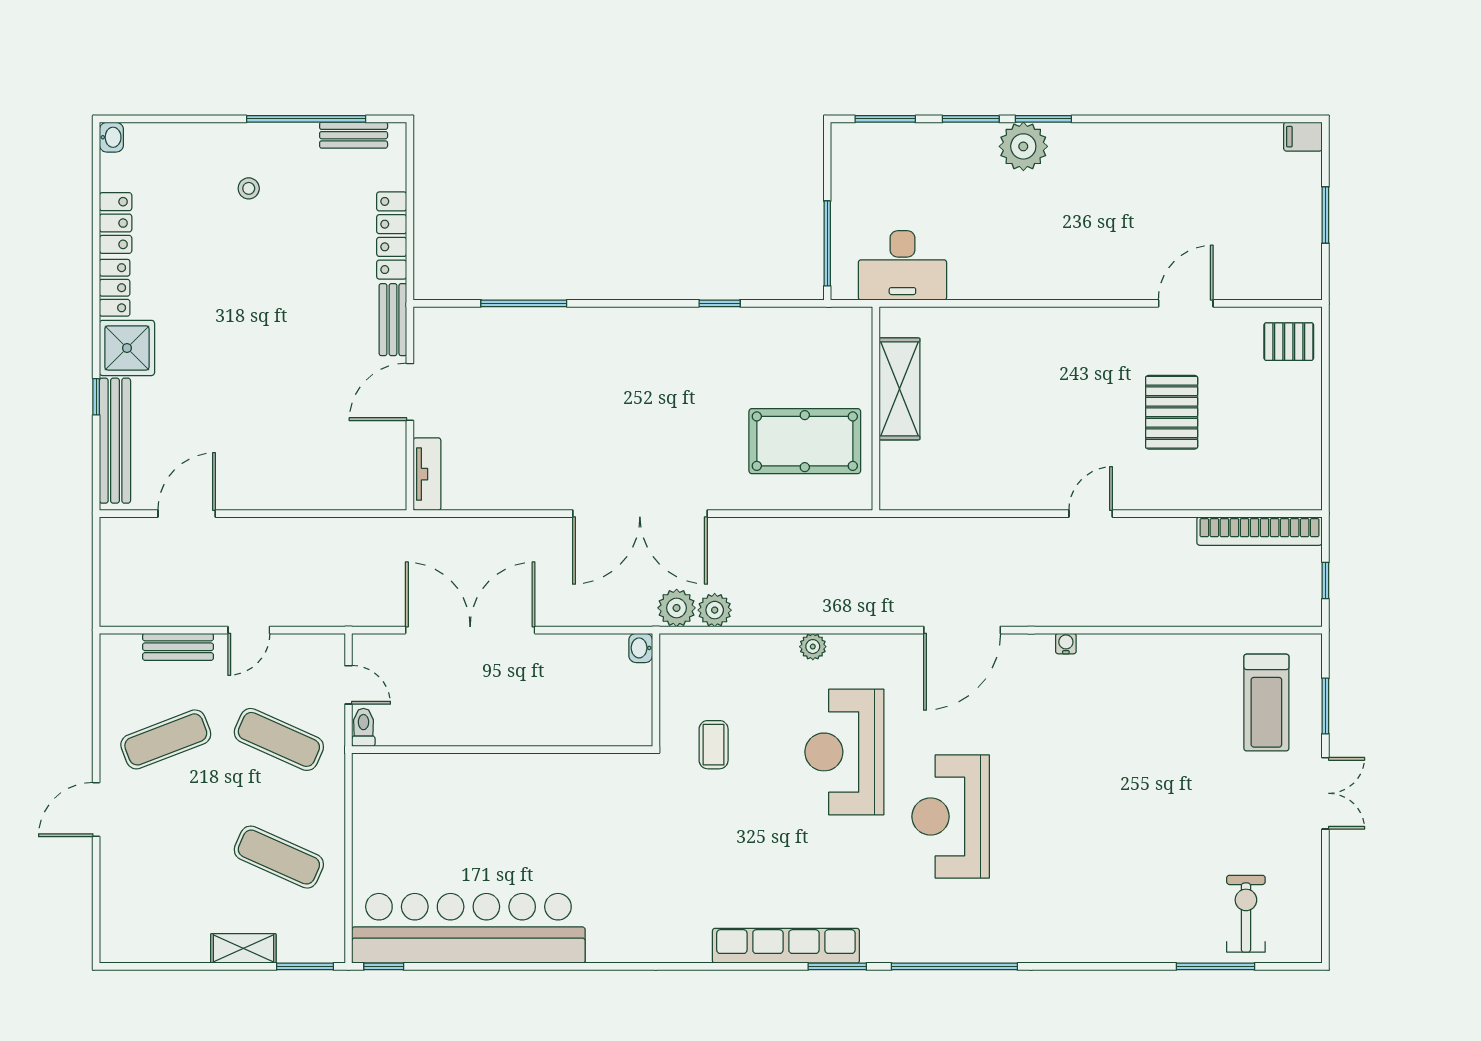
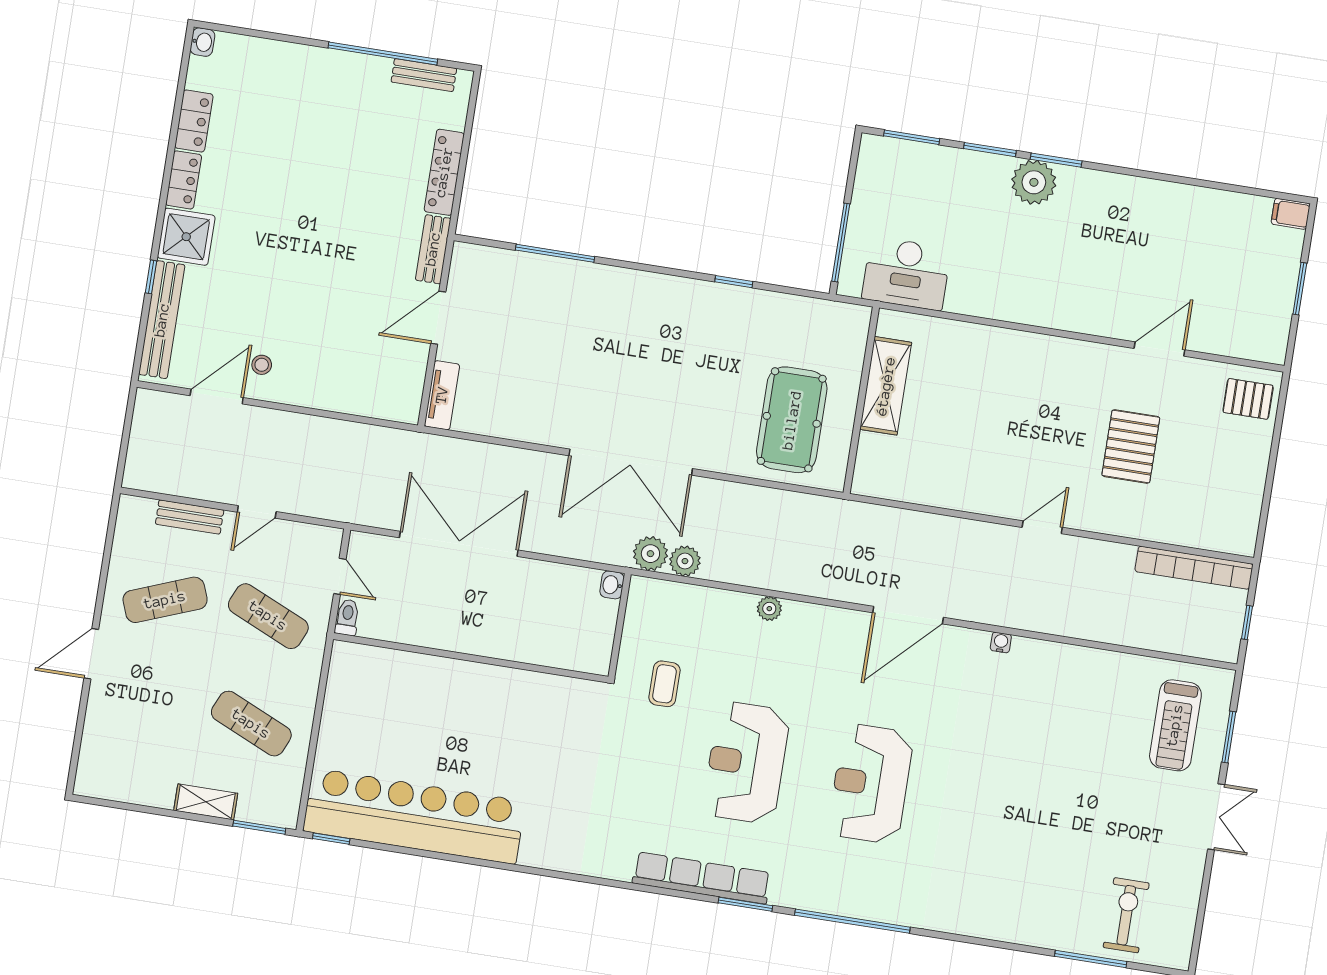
stool: (249, 188) -> (262, 365), moved
pool table: (805, 441) -> (792, 420), turned 90
reception desk: (844, 752) -> (746, 763), moved

